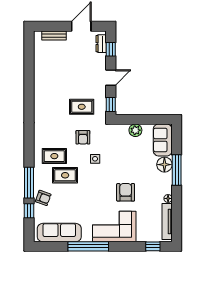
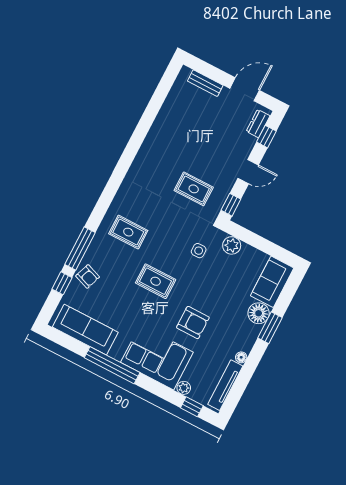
plant: (135, 130) -> (232, 245), moved
armchair: (83, 137) -> (176, 227), removed
side table: (95, 159) -> (199, 251), moved
window: (177, 170) -> (270, 328), width x0.69
rug: (65, 175) -> (156, 281), moved
armchair: (126, 192) -> (193, 323), turned 90
plant: (141, 237) -> (184, 388), added

